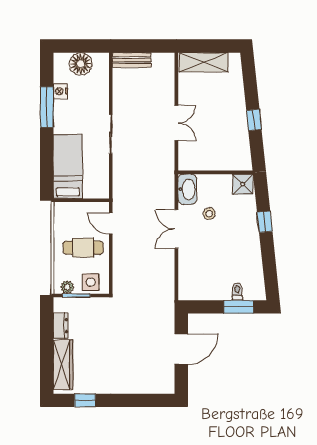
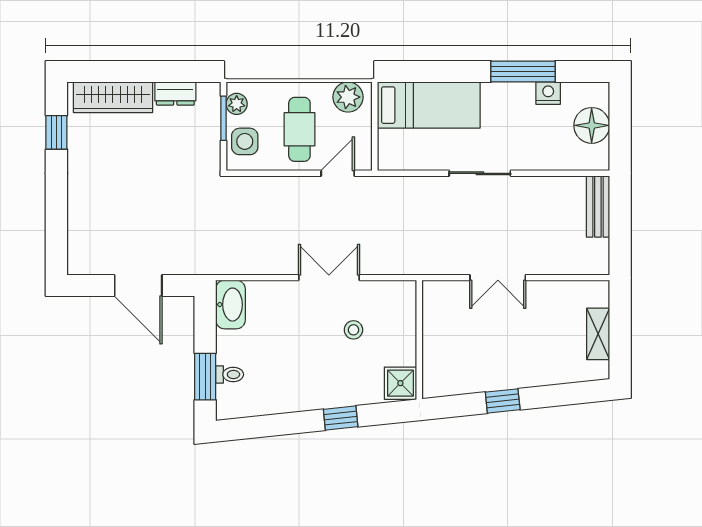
shelving: (204, 62) -> (598, 334), width x0.67, depth x0.75
washbasin: (187, 189) -> (230, 305), moved, turned -90
plant: (63, 217) -> (348, 97), added

